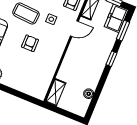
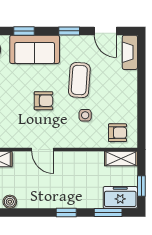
door: (74, 29) -> (43, 150), moved

